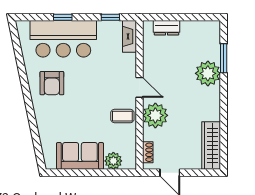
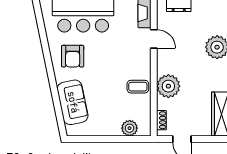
door: (140, 87) -> (154, 39), moved
sofa: (80, 156) -> (73, 102), moved, turned 78

